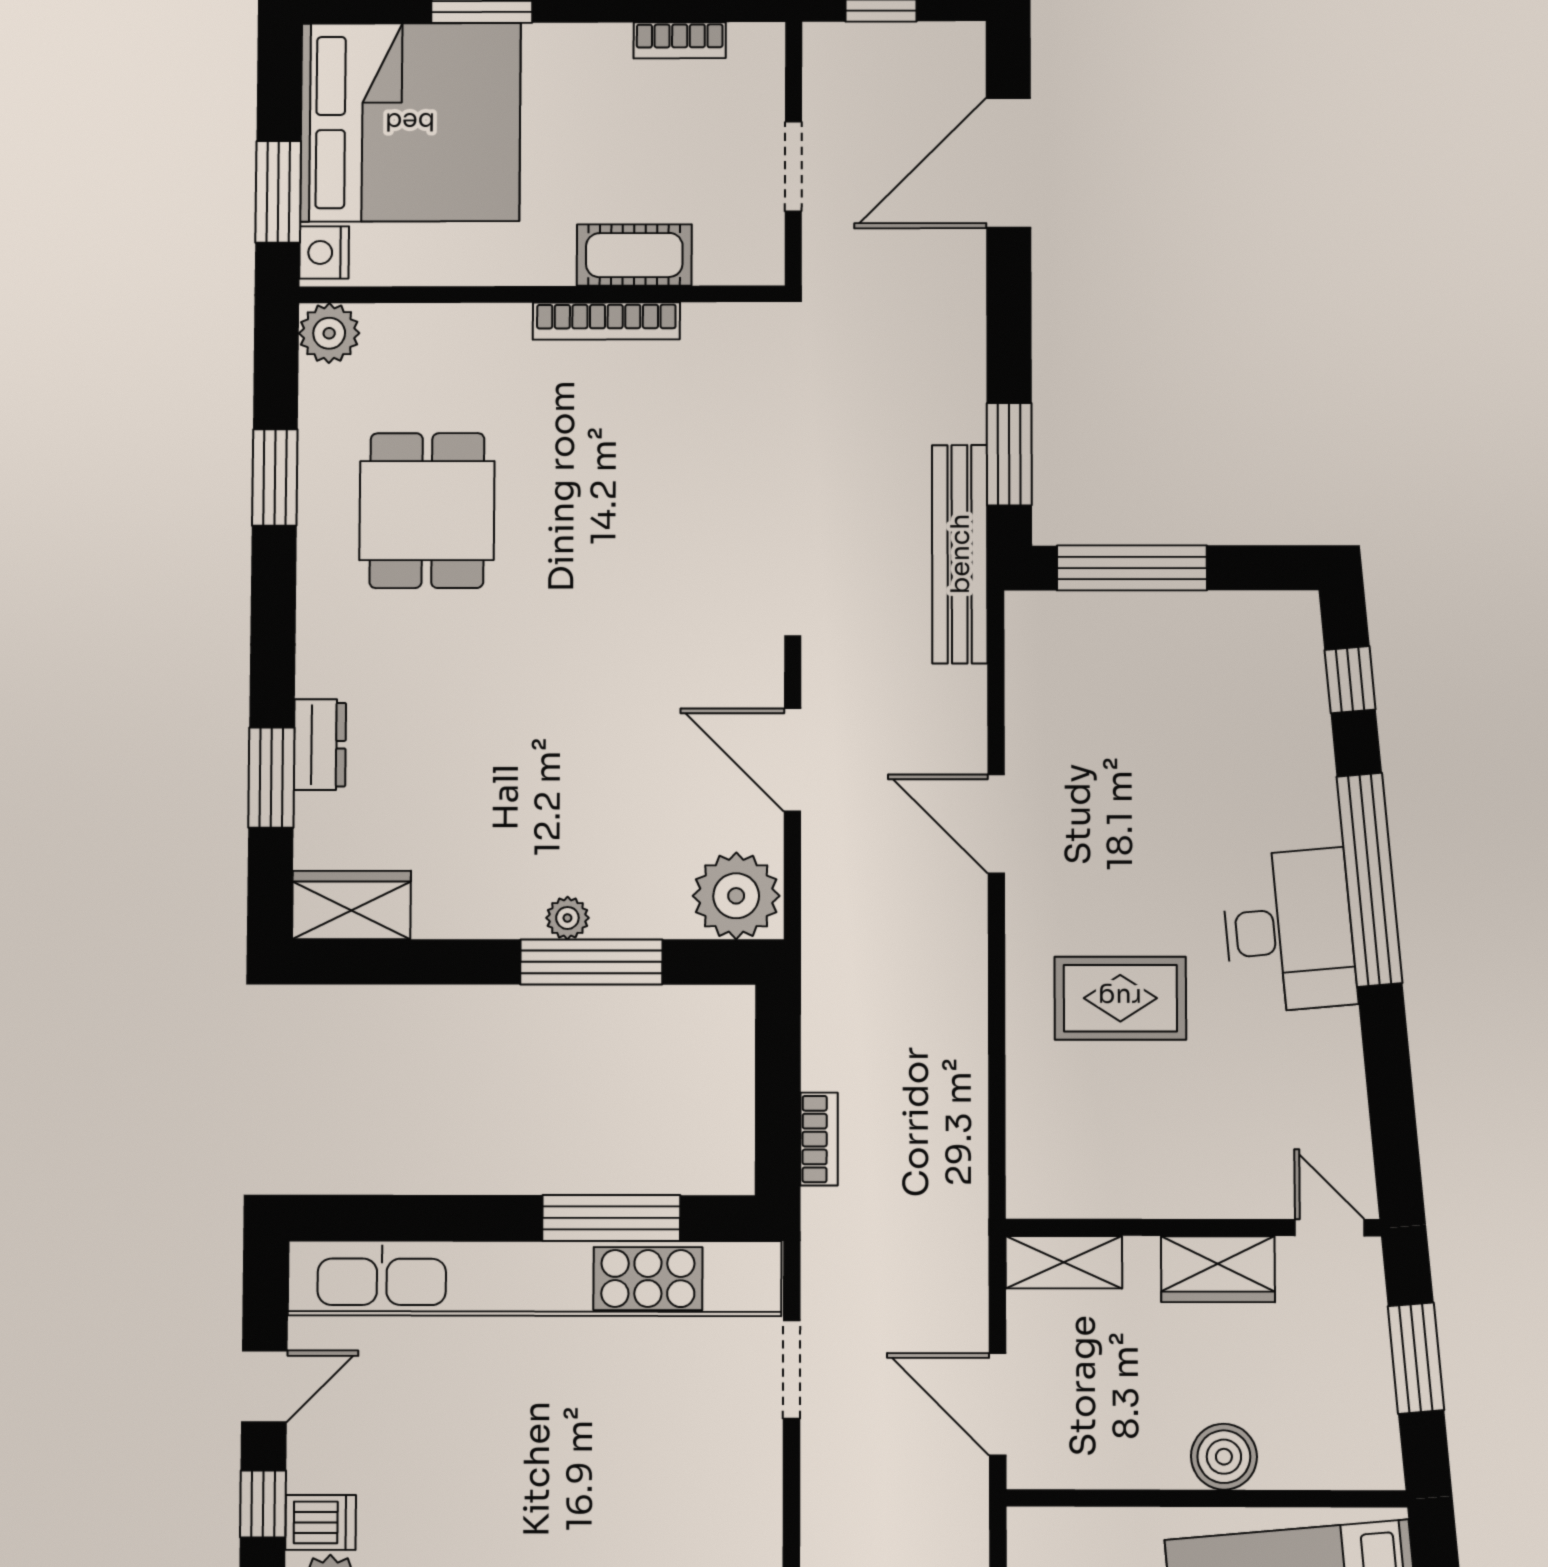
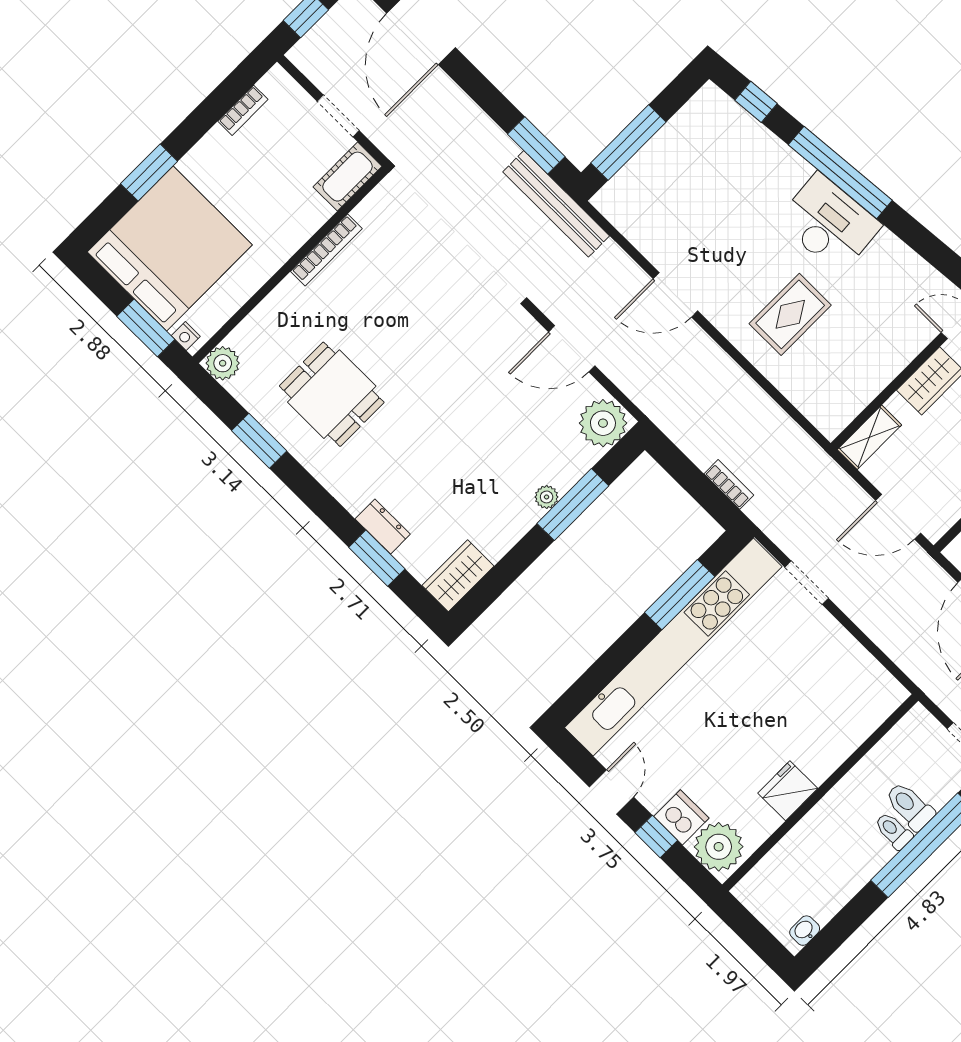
nightstand: (324, 252) -> (186, 336), width x0.72, depth x0.74
cot: (634, 255) -> (347, 177), moved
dishwasher: (321, 1522) -> (681, 817), width x1.38

